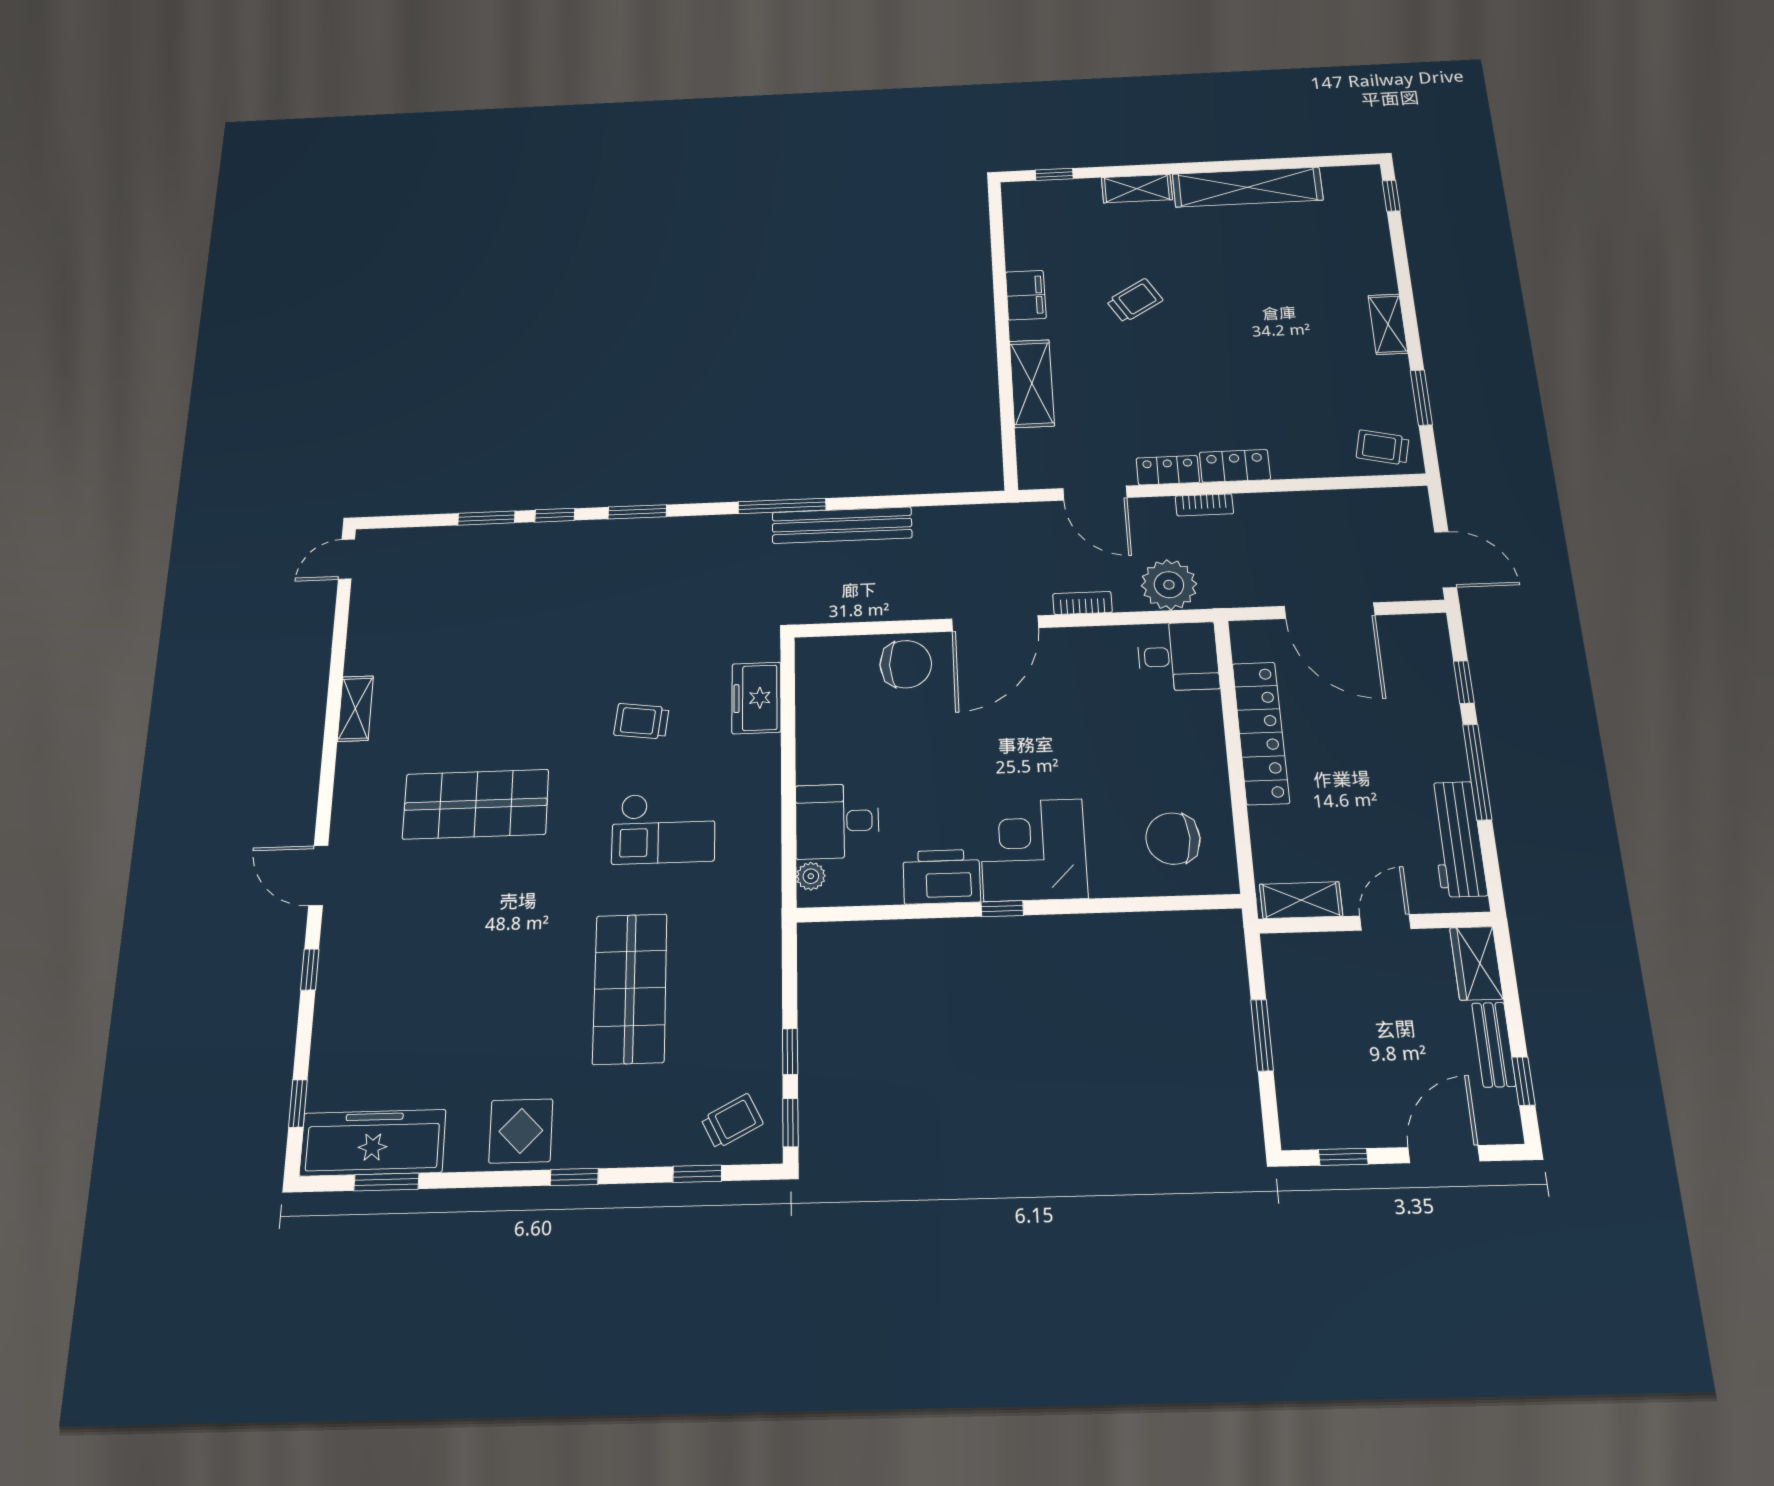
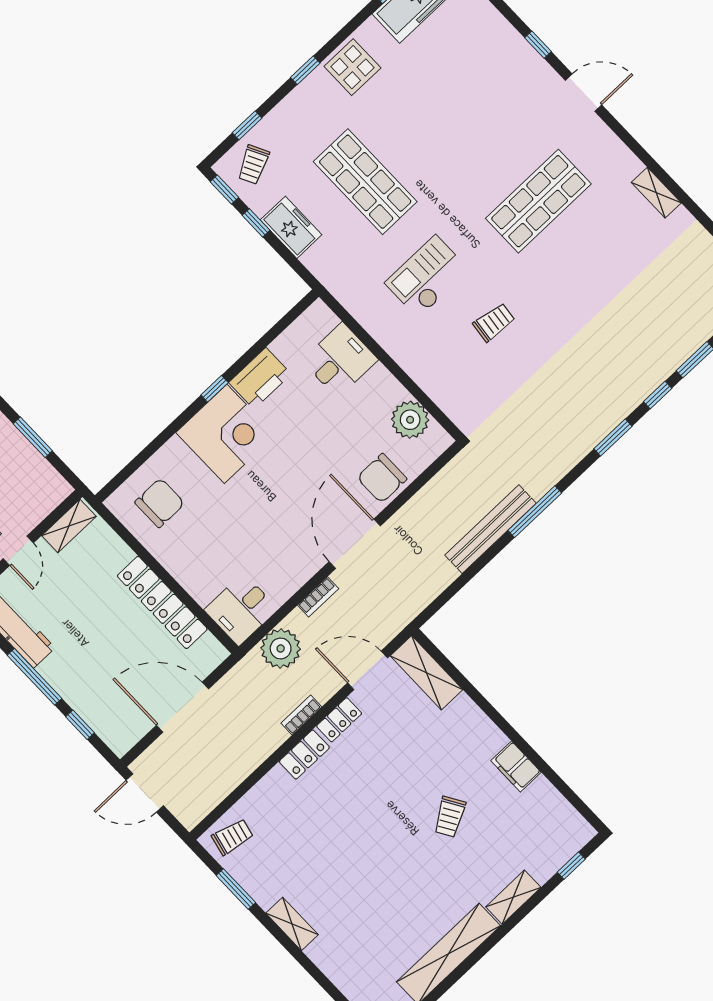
shelving: (1032, 383) -> (426, 673), moved
freezer: (756, 698) -> (291, 227), moved
plant: (811, 876) -> (410, 420), moved, width x1.88, depth x1.88

